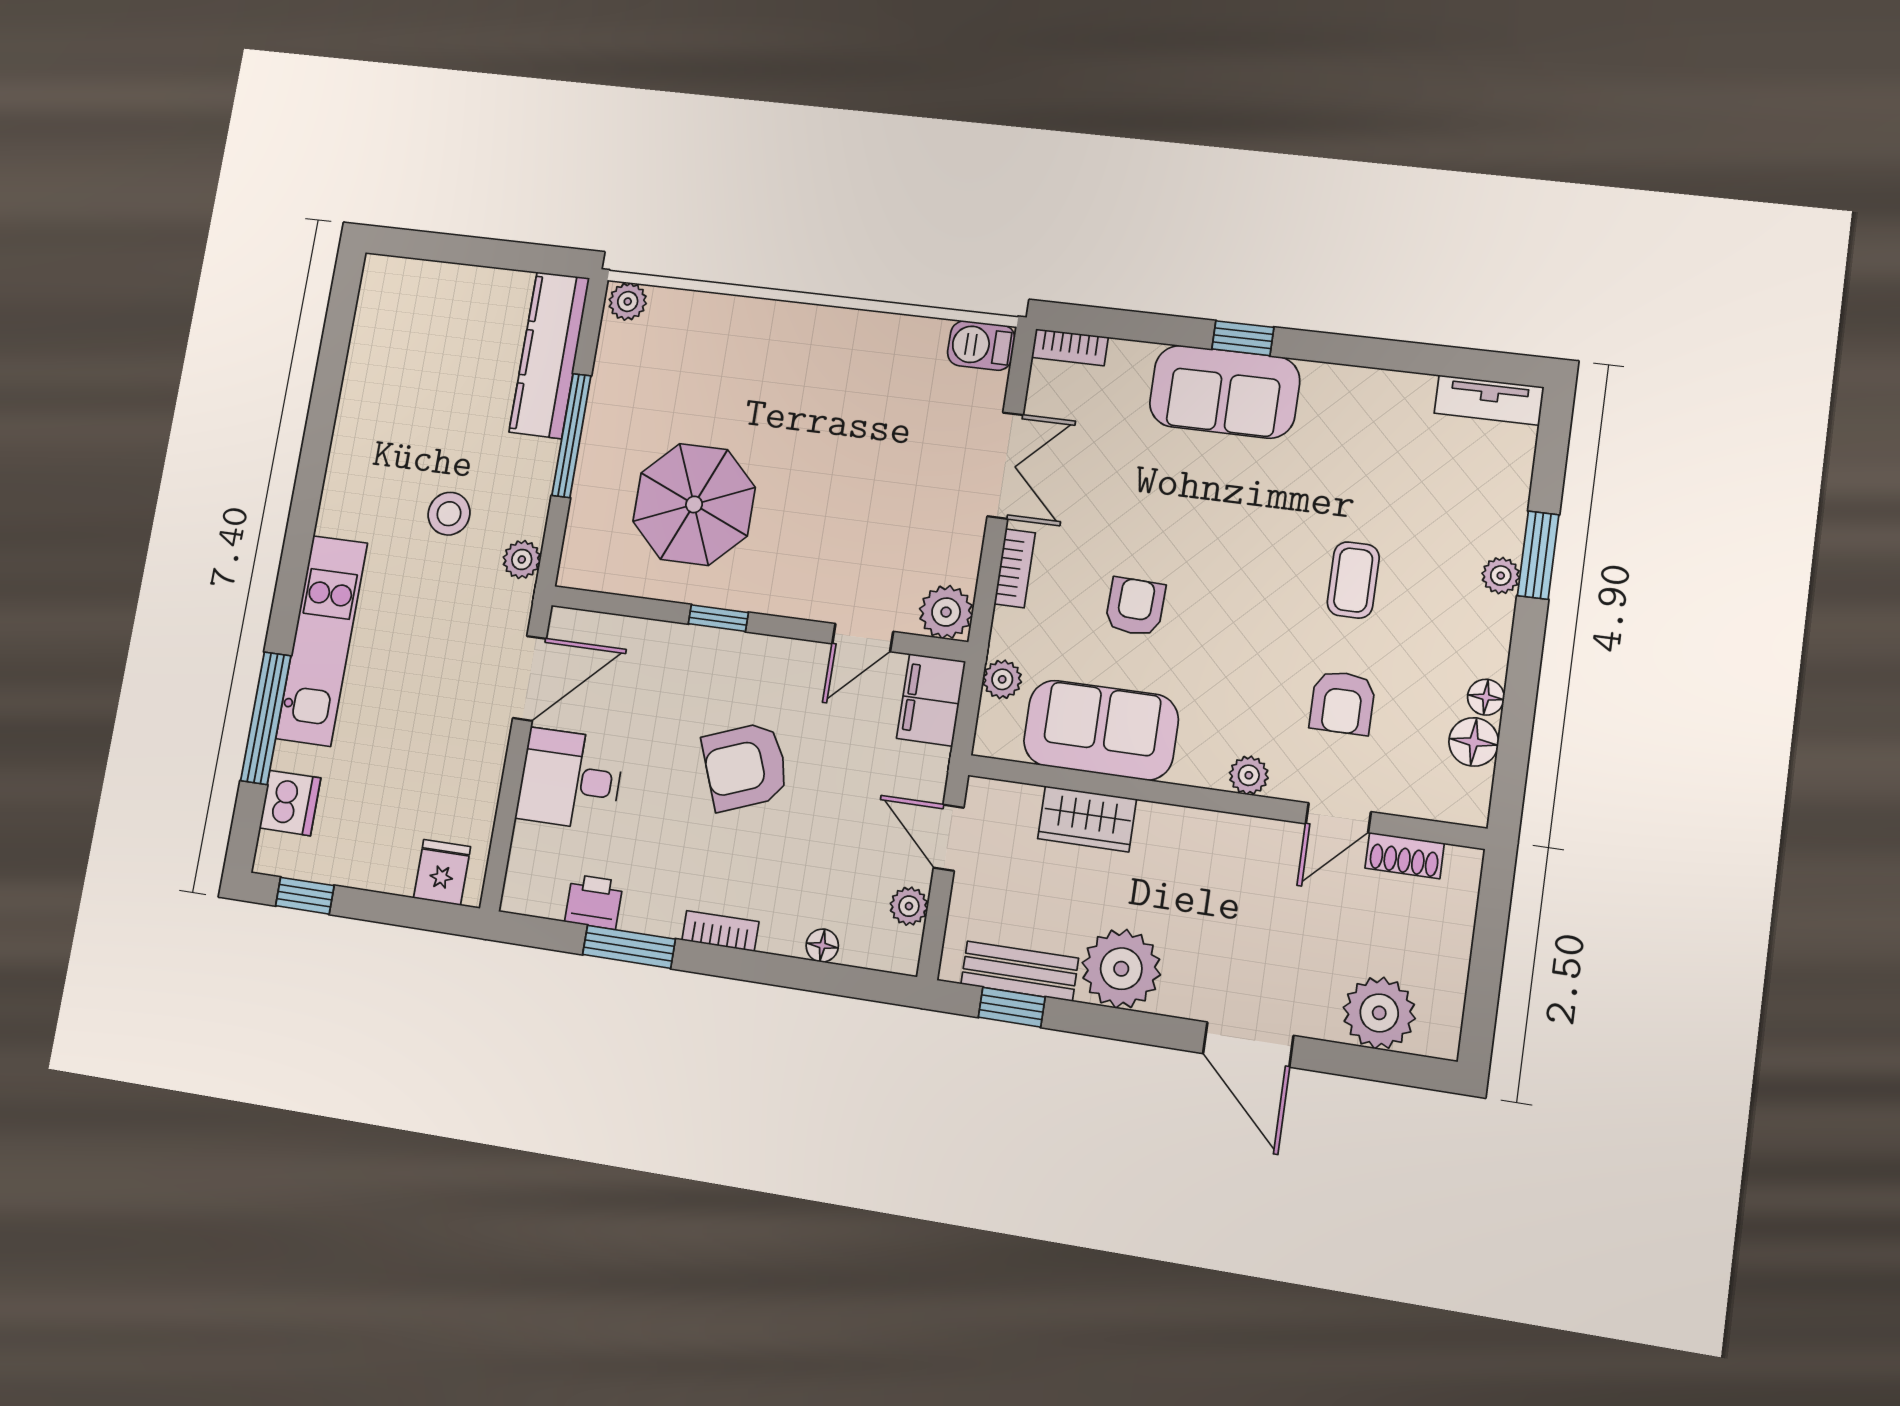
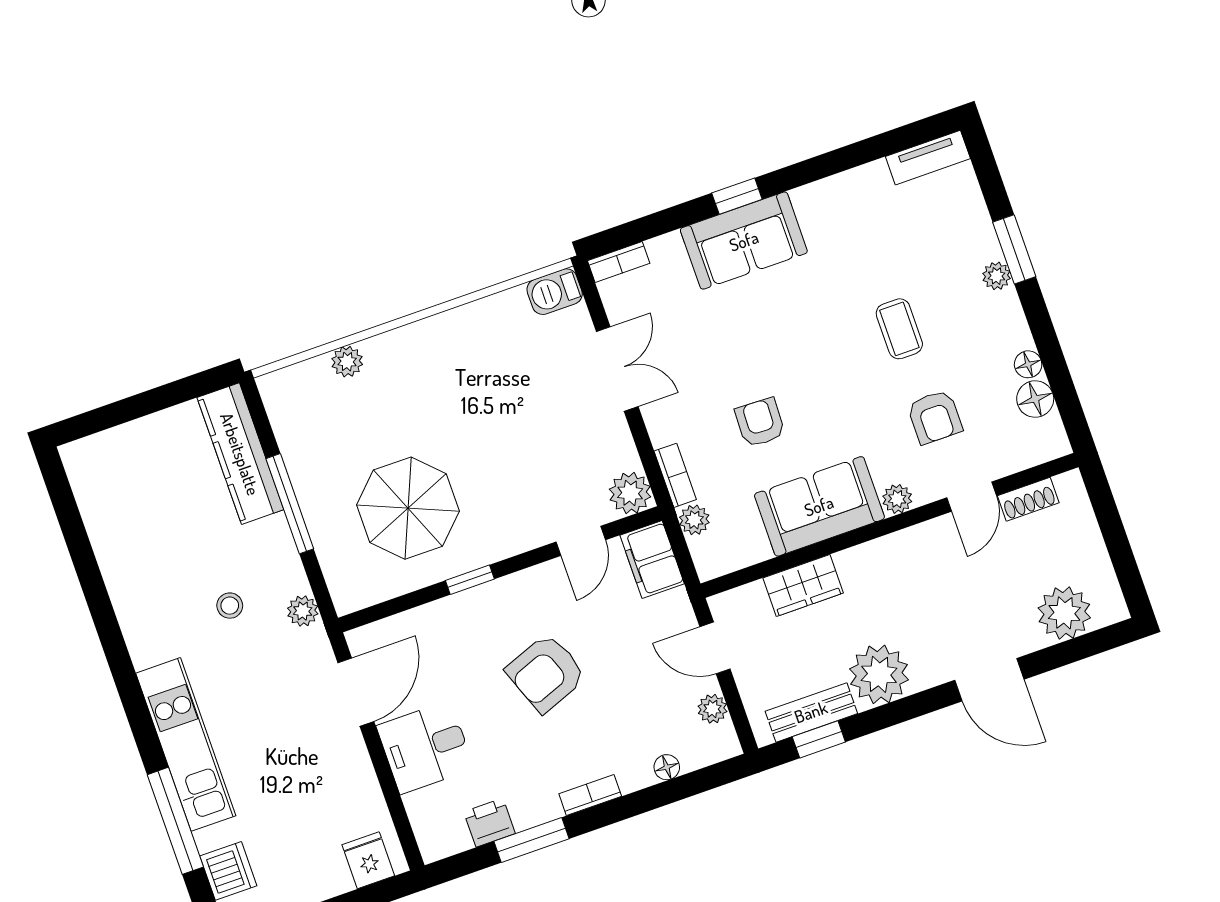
plant: (628, 302) -> (347, 362), moved
stool: (449, 514) -> (230, 606), width x0.73, depth x0.73
bookcase: (1015, 568) -> (675, 475), moved
sofa: (1101, 730) -> (819, 506), moved

